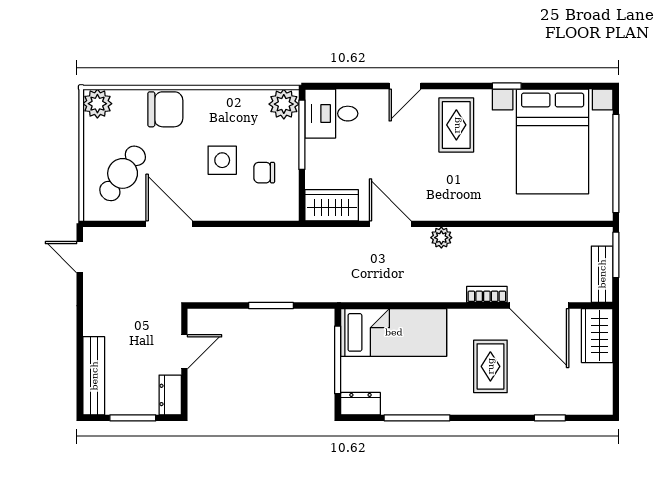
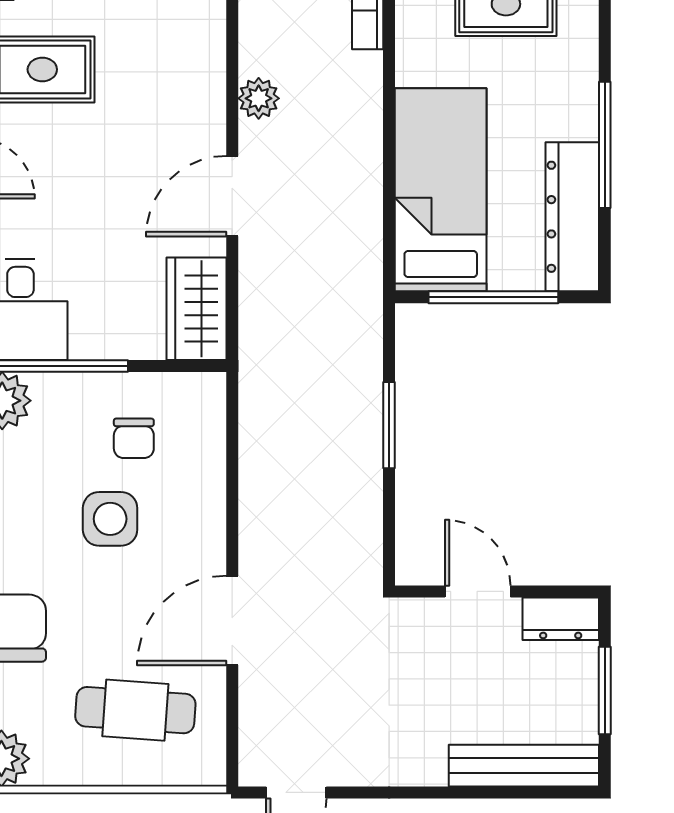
cafe table: (123, 173) -> (135, 710), turned -32
dresser: (360, 404) -> (572, 217), width x1.96, depth x1.24

